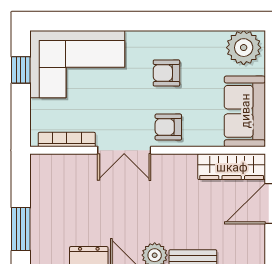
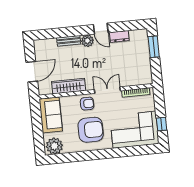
armchair: (166, 73) -> (91, 130), width x1.88, depth x1.88
wardrobe: (232, 167) -> (69, 86), moved

